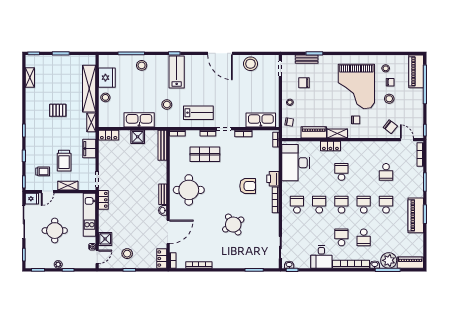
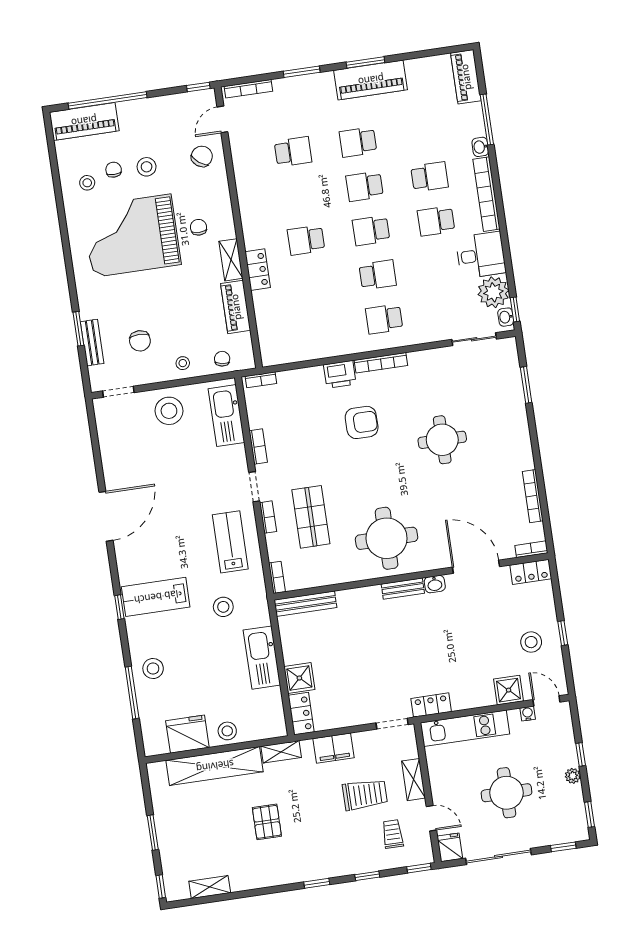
stool: (250, 64) -> (169, 411), moved
grand piano: (356, 86) -> (132, 236), turned 180
shower: (138, 137) -> (299, 678), moved
desk: (296, 163) -> (301, 334), removed
armchair: (248, 186) -> (362, 422), turned 90
school desk: (319, 205) -> (378, 275), turned 180
round table: (233, 225) -> (442, 440), turned 32
plant: (389, 260) -> (493, 292), moved

